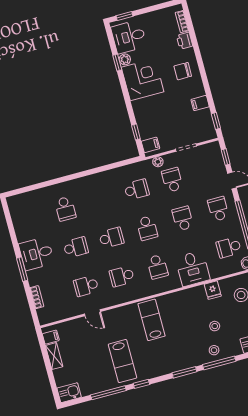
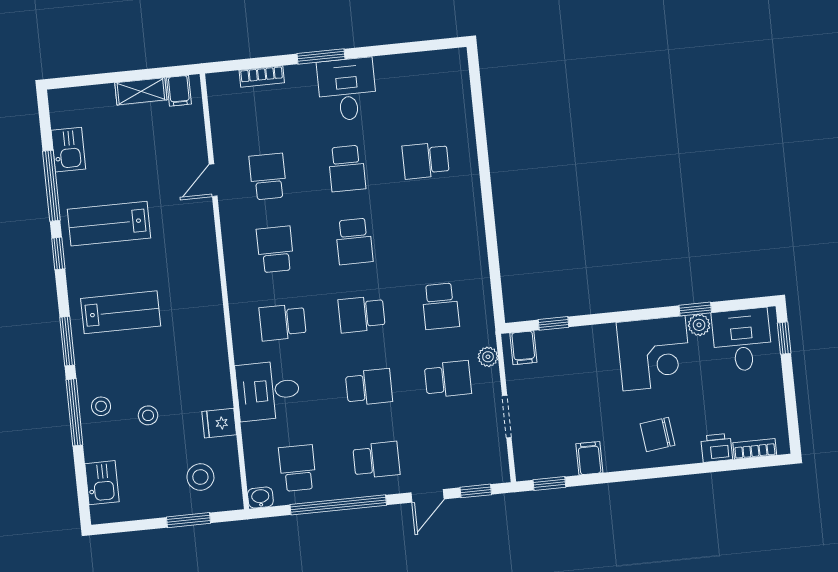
chair: (183, 71) -> (658, 434), turned -97
lab bench: (152, 320) -> (121, 312), moved
kitchen sink: (69, 393) -> (68, 150), moved

